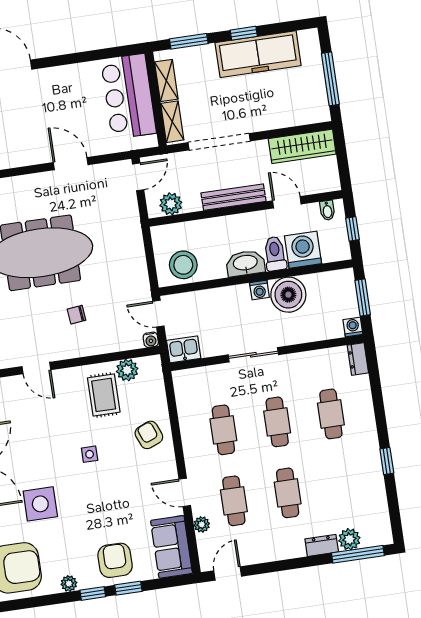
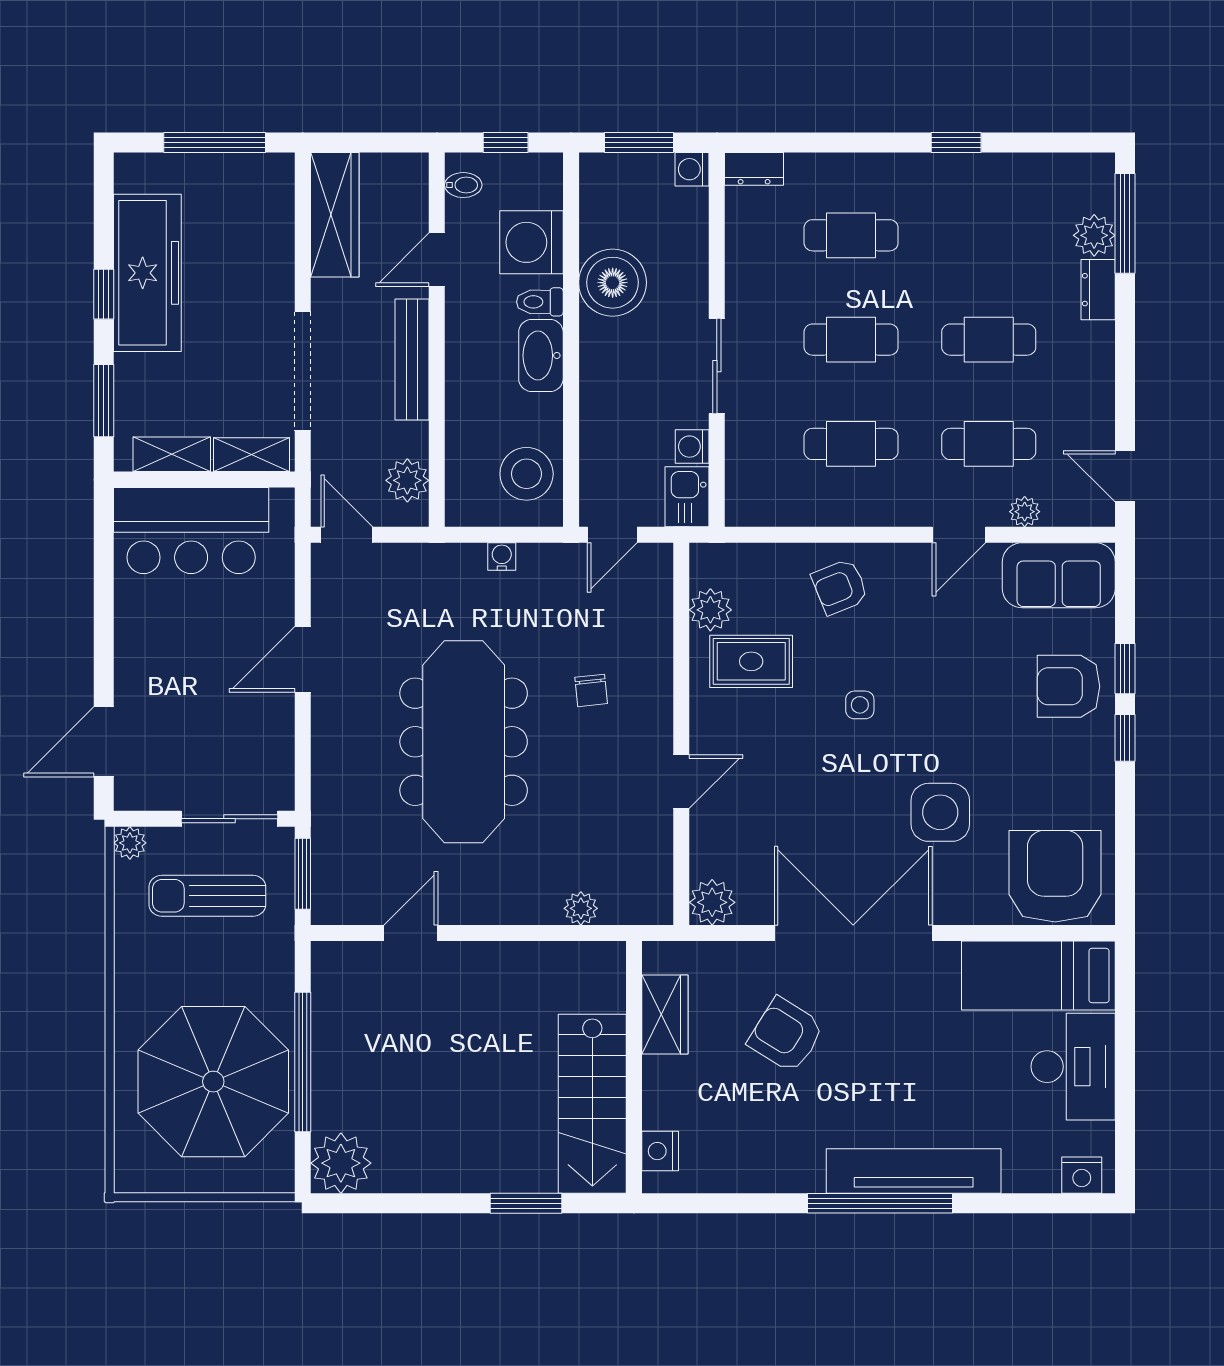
toilet: (275, 254) -> (540, 302), width x0.73, depth x0.72
washing machine: (259, 290) -> (692, 447), moved, turned 180
water cooler: (151, 340) -> (502, 557), moved, turned -90
plant: (69, 584) -> (1100, 780), removed

